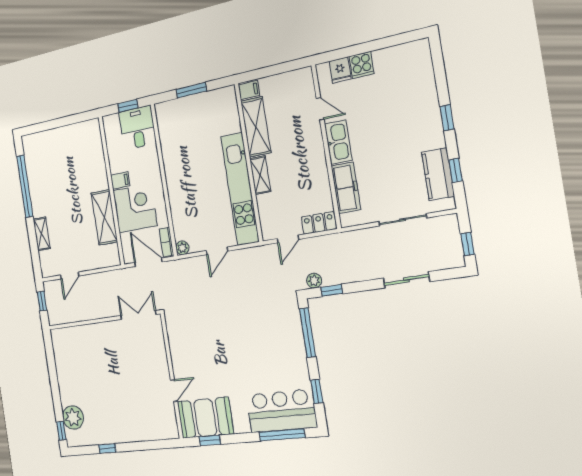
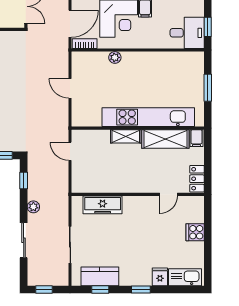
fridge: (340, 70) -> (160, 277), moved, turned 90
kitchen sink: (338, 142) -> (185, 277), moved, turned 180
kitchen unit: (240, 189) -> (148, 117), moved
locker: (319, 223) -> (197, 179), moved, turned 180
plant: (182, 248) -> (115, 57), moved
plant: (314, 281) -> (33, 207), moved

